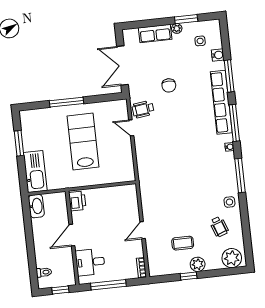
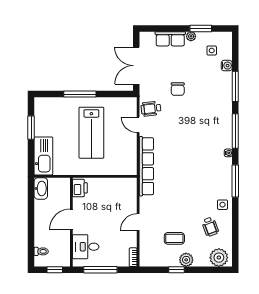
row of seats: (221, 102) -> (146, 166), moved, turned 180
lab bench: (83, 142) -> (91, 133), turned 180

